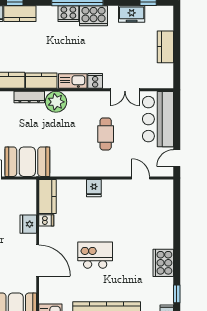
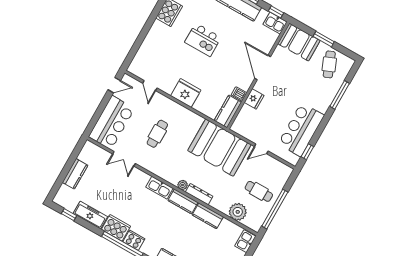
freezer: (132, 14) -> (90, 215), width x1.40
cooker: (95, 81) -> (143, 178), removed
double door: (125, 90) -> (124, 159), swing flipped
plant: (56, 102) -> (183, 185), width x0.53, depth x0.53
booth: (27, 162) -> (219, 148), width x1.36, depth x1.42
fridge: (94, 188) -> (186, 93), width x1.88, depth x1.34
kitchen island: (95, 255) -> (203, 40), moved

